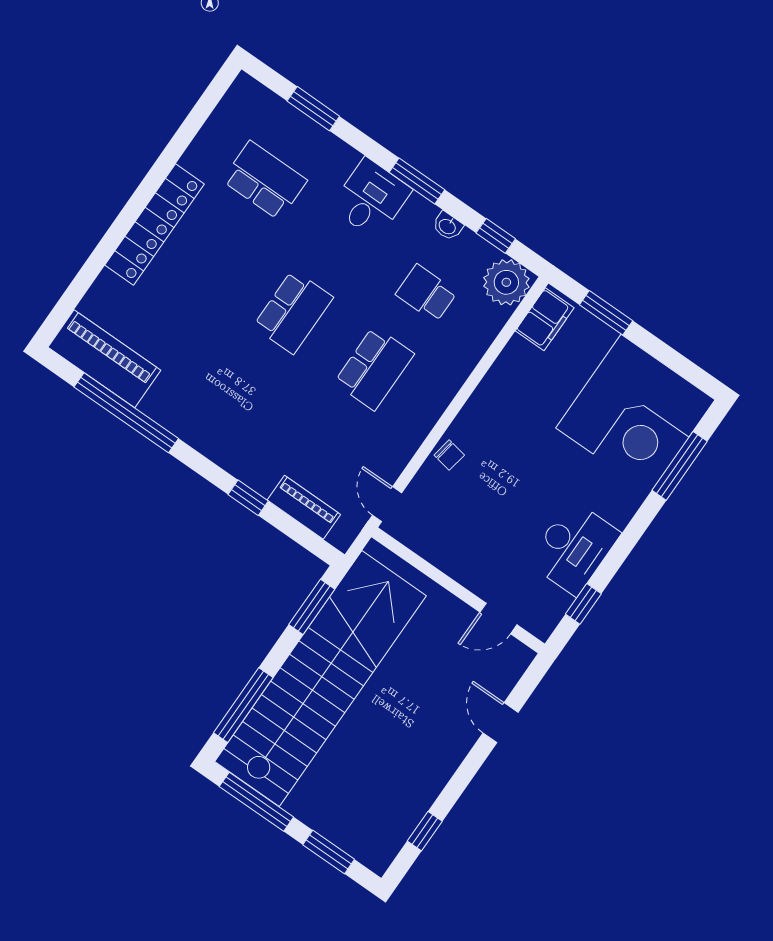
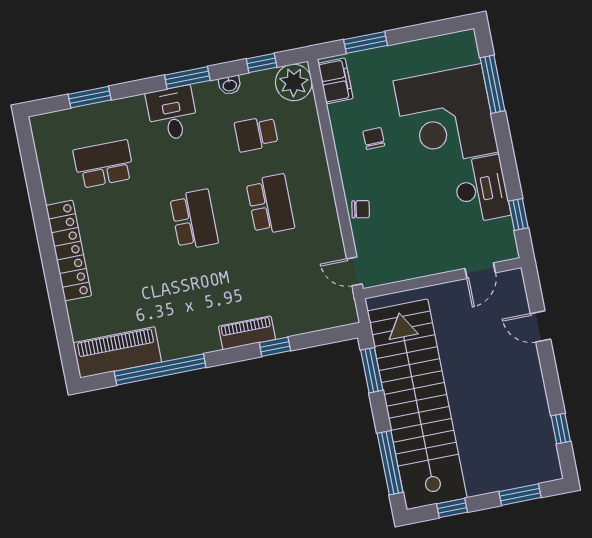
chair: (526, 405) -> (374, 138), added
corner desk: (635, 414) -> (446, 116), moved, turned 90
piano: (304, 507) -> (247, 333), moved
window: (256, 802) -> (452, 508), width x0.46

